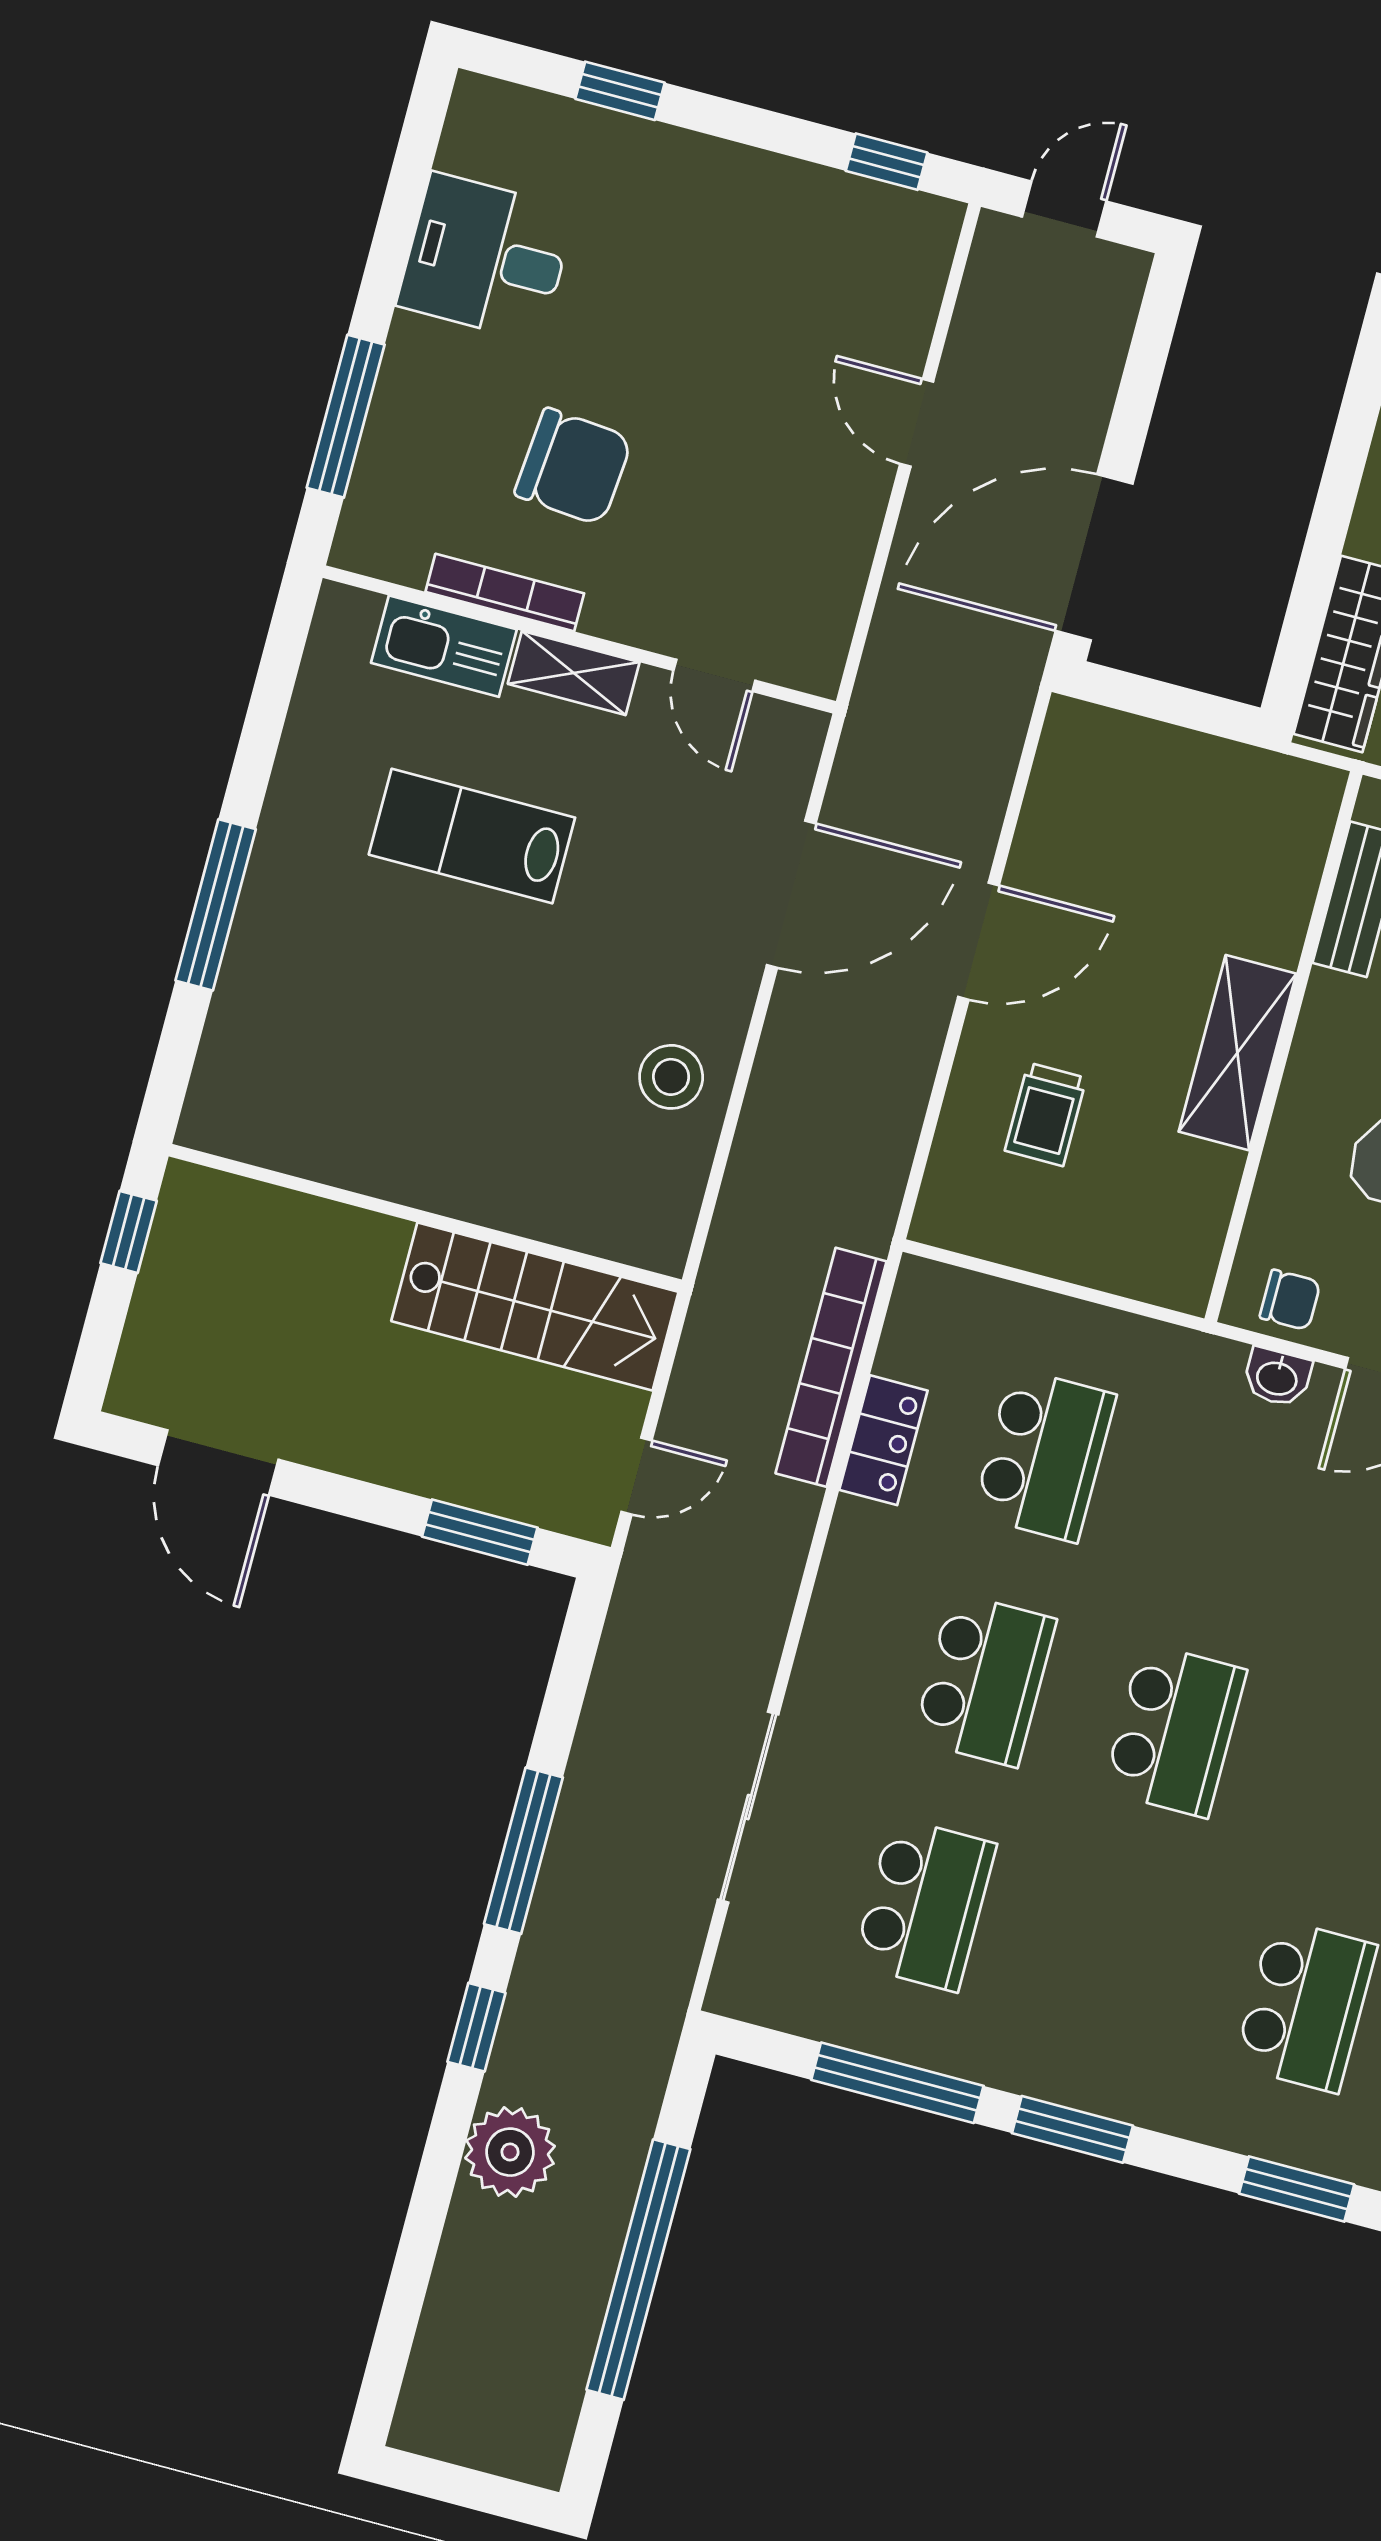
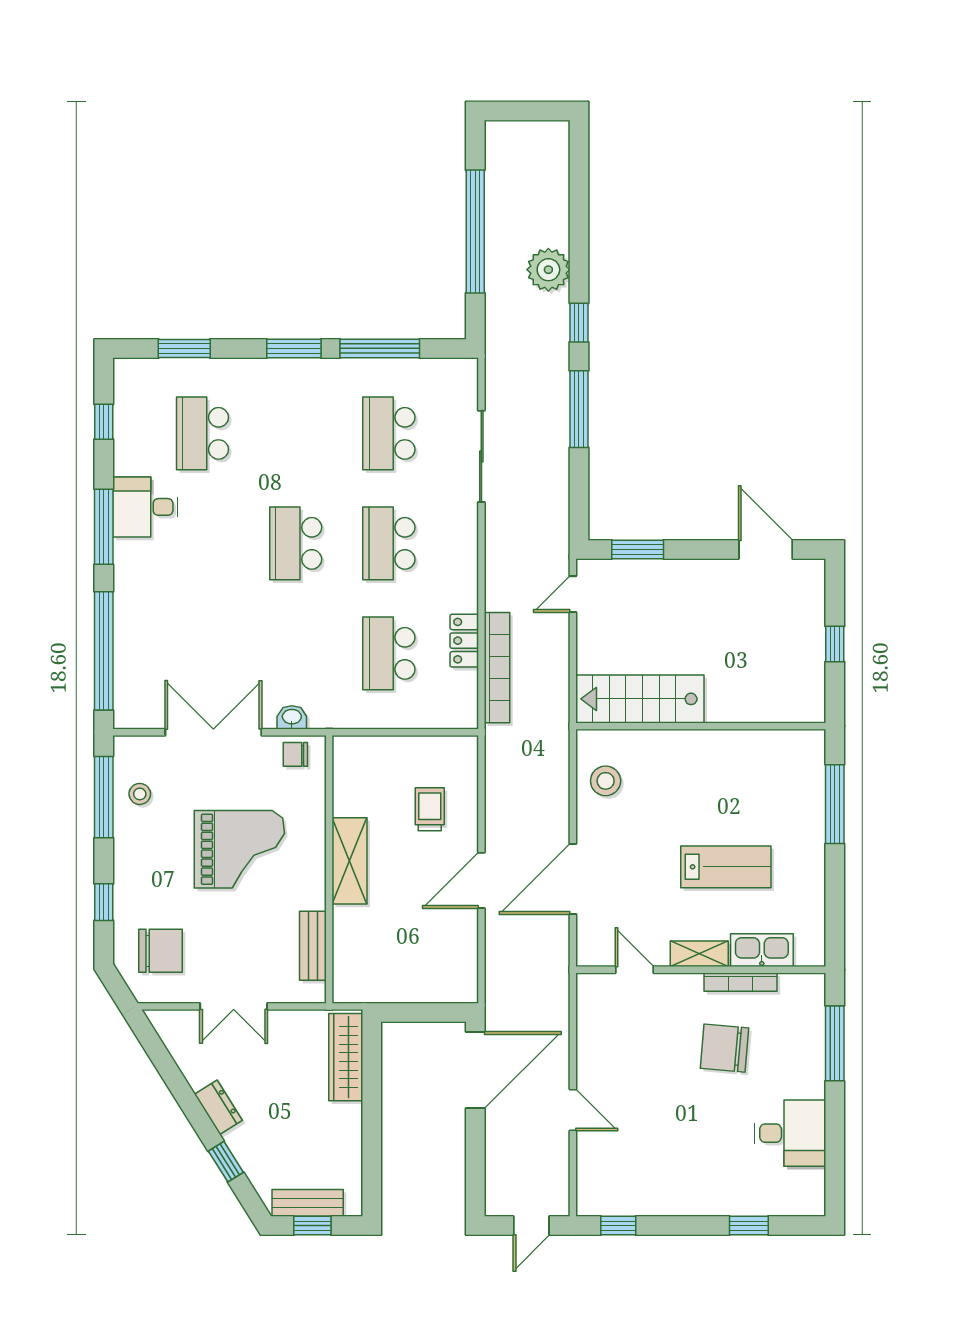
wall: (425, 1218) -> (701, 726), moved
stairs: (535, 1307) -> (640, 699), moved

